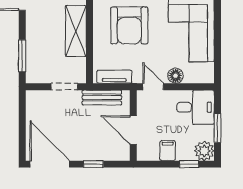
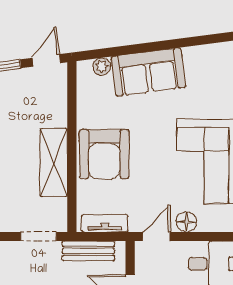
armchair: (129, 25) -> (104, 154), moved
door: (153, 87) -> (156, 237), hinge flipped

